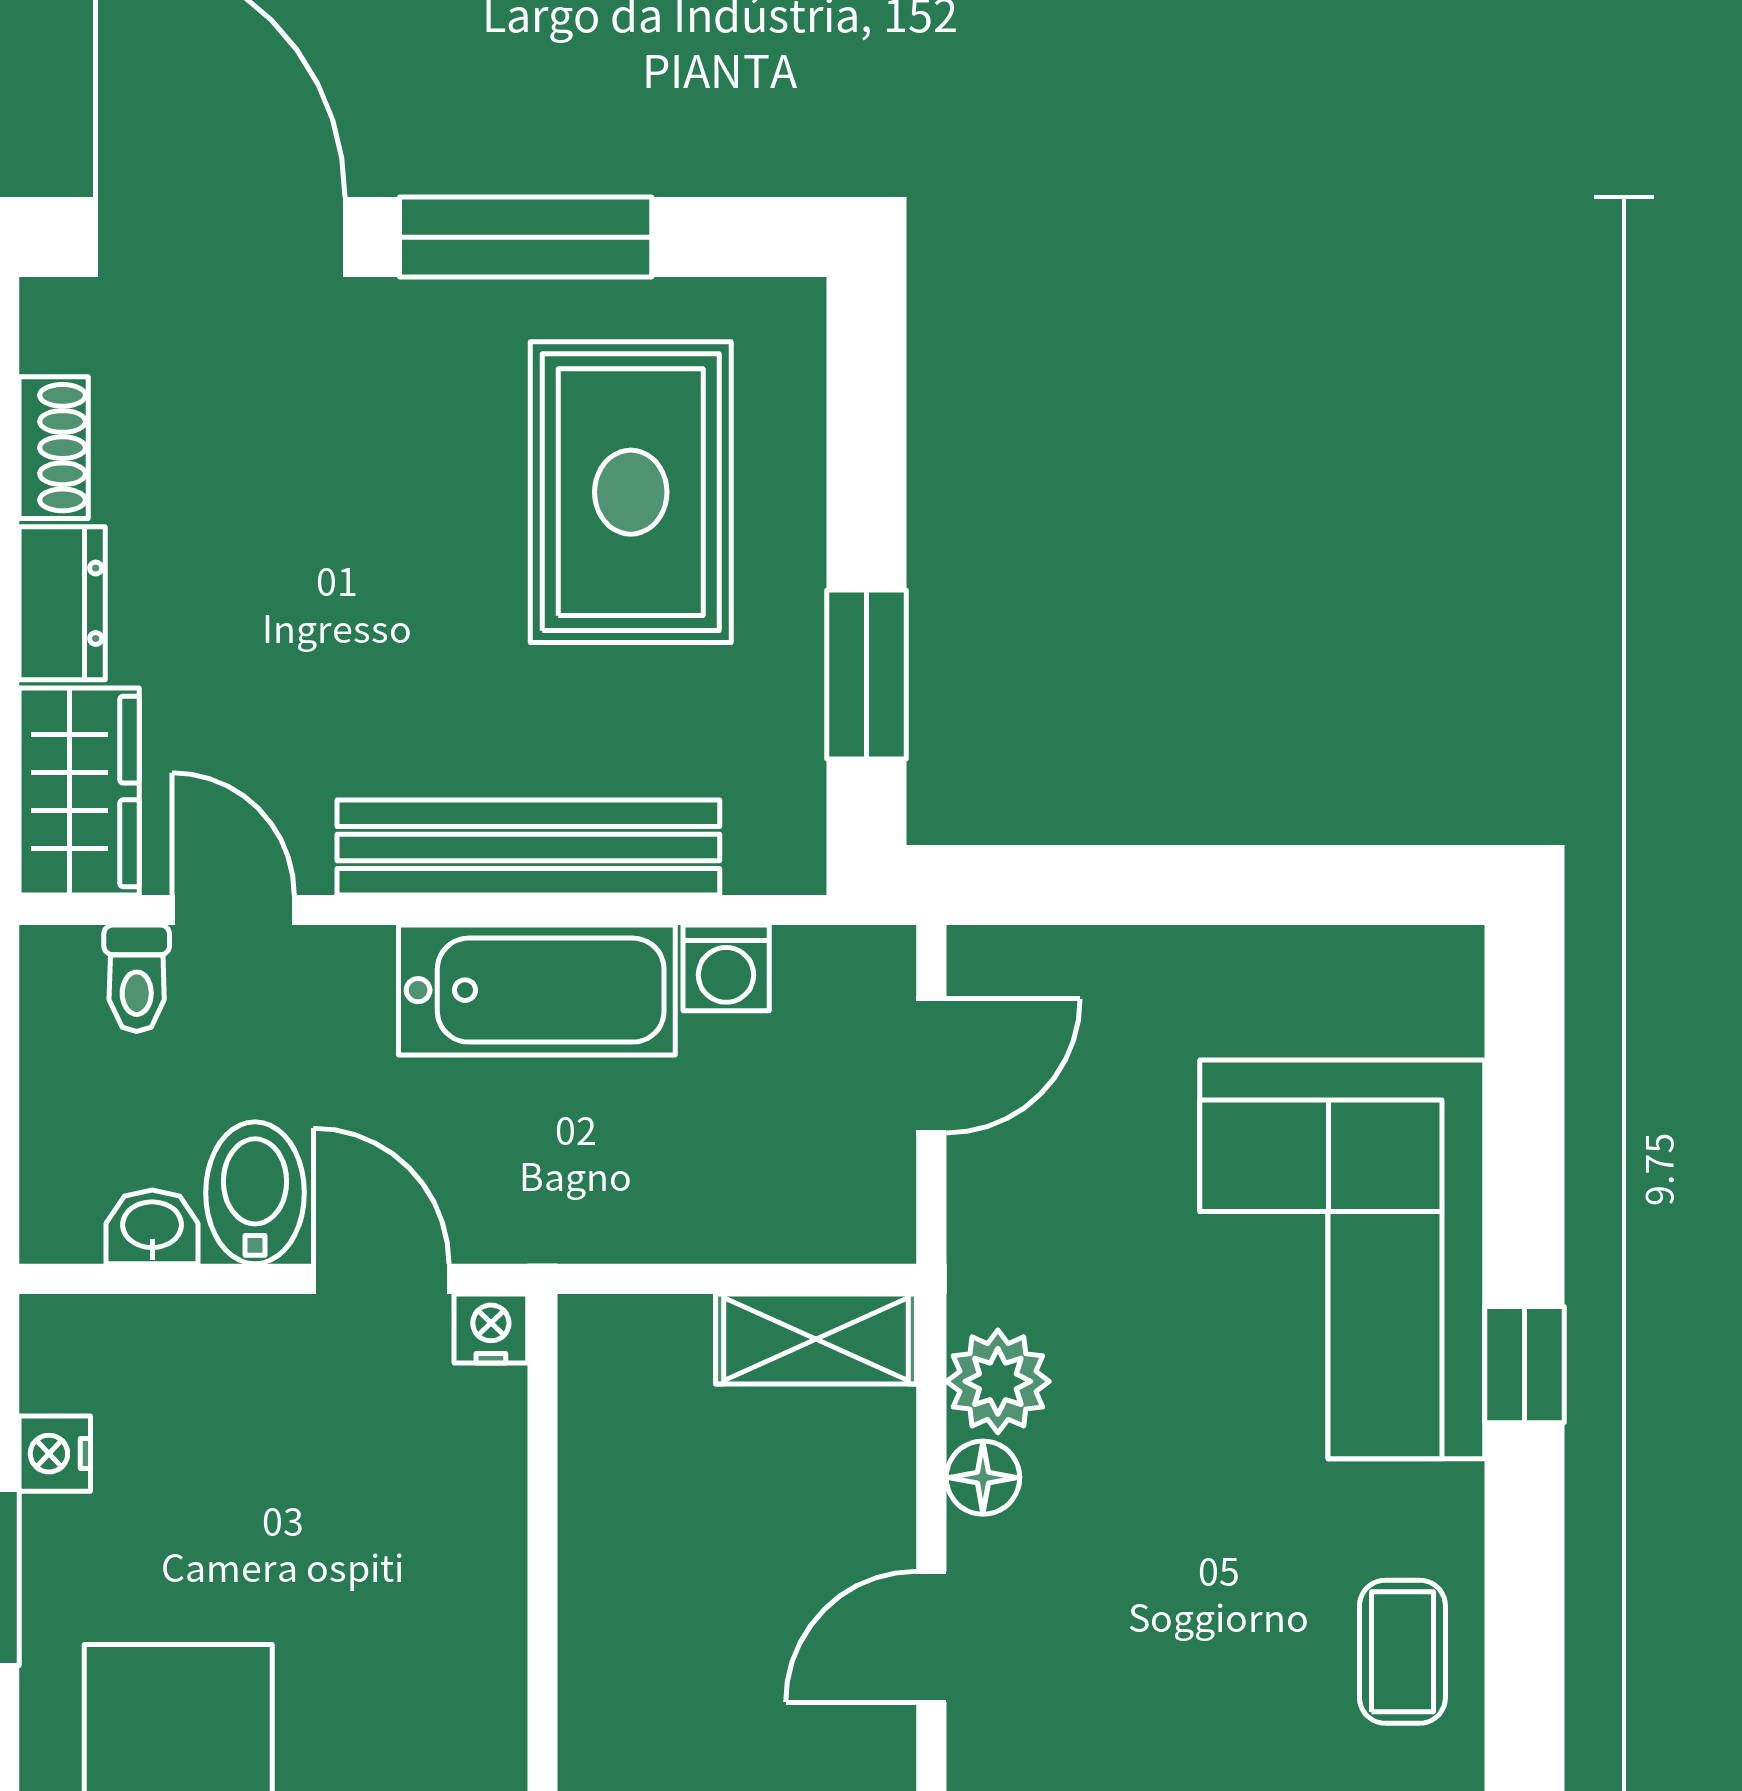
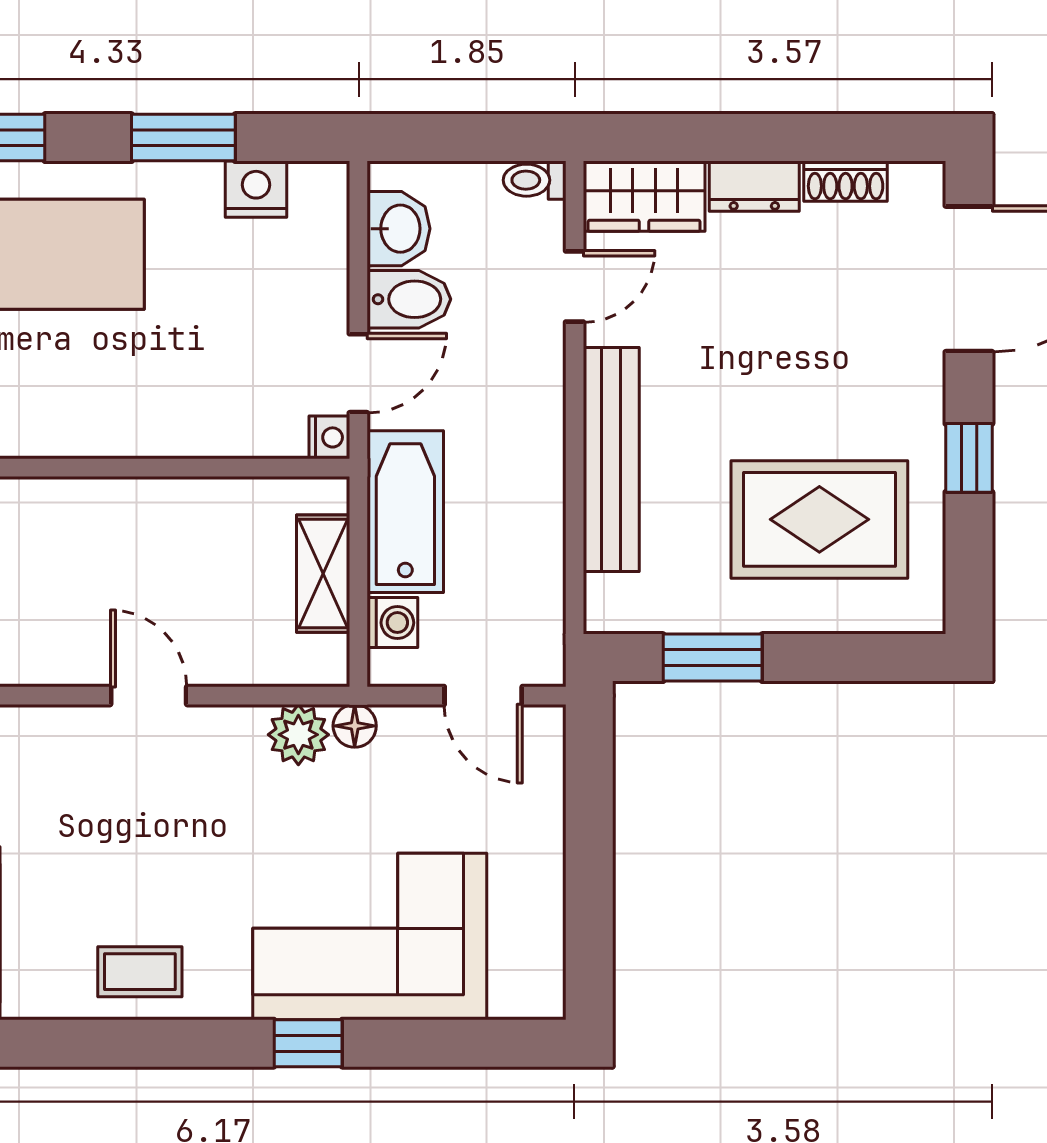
window: (526, 237) -> (969, 458), width x0.46
washing machine: (726, 968) -> (392, 623), moved, turned 180
toilet: (137, 978) -> (535, 180), moved
bathtub: (537, 990) -> (405, 512), moved, turned 180
washbasin: (152, 1227) -> (399, 229), width x1.38, depth x1.45
shelving: (816, 1339) -> (323, 574), moved
nightstand: (55, 1454) -> (256, 189), width x1.39, depth x1.35
floor lamp: (983, 1478) -> (355, 726), moved

